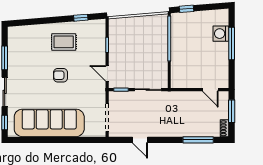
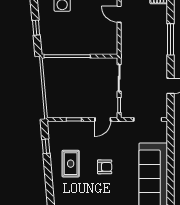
window: (187, 9) -> (36, 28), moved
armchair: (61, 75) -> (105, 167), turned -90
door: (210, 90) -> (119, 14), swing flipped
window: (198, 140) -> (170, 39), moved

